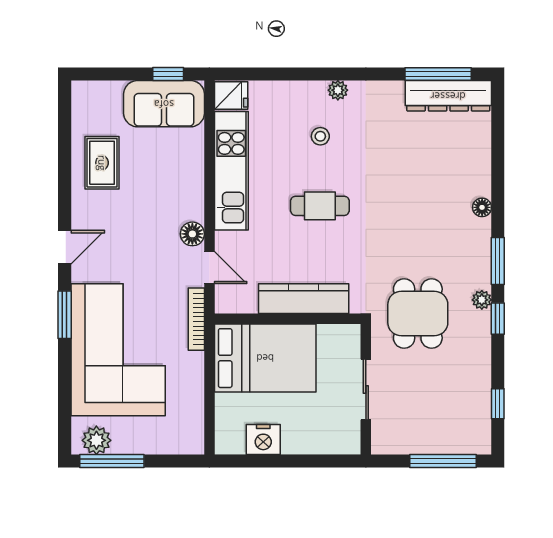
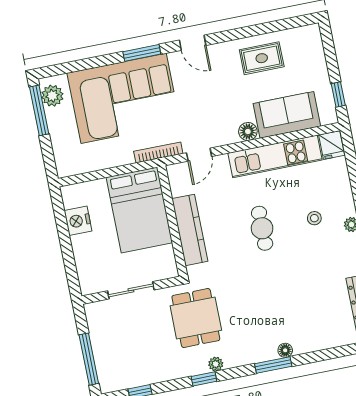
sofa: (164, 104) -> (287, 115), moved, turned 90
floor lamp: (192, 234) -> (248, 131), moved
window: (498, 261) -> (273, 365), moved
dining table: (418, 314) -> (196, 318), turned 90

